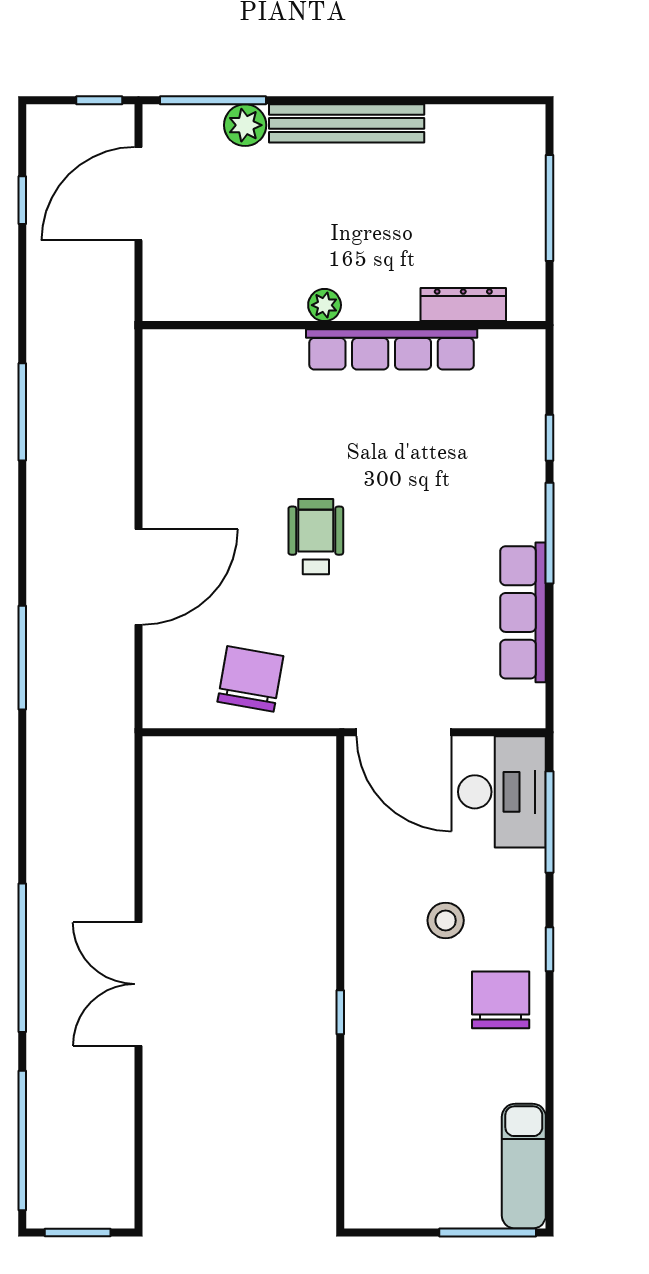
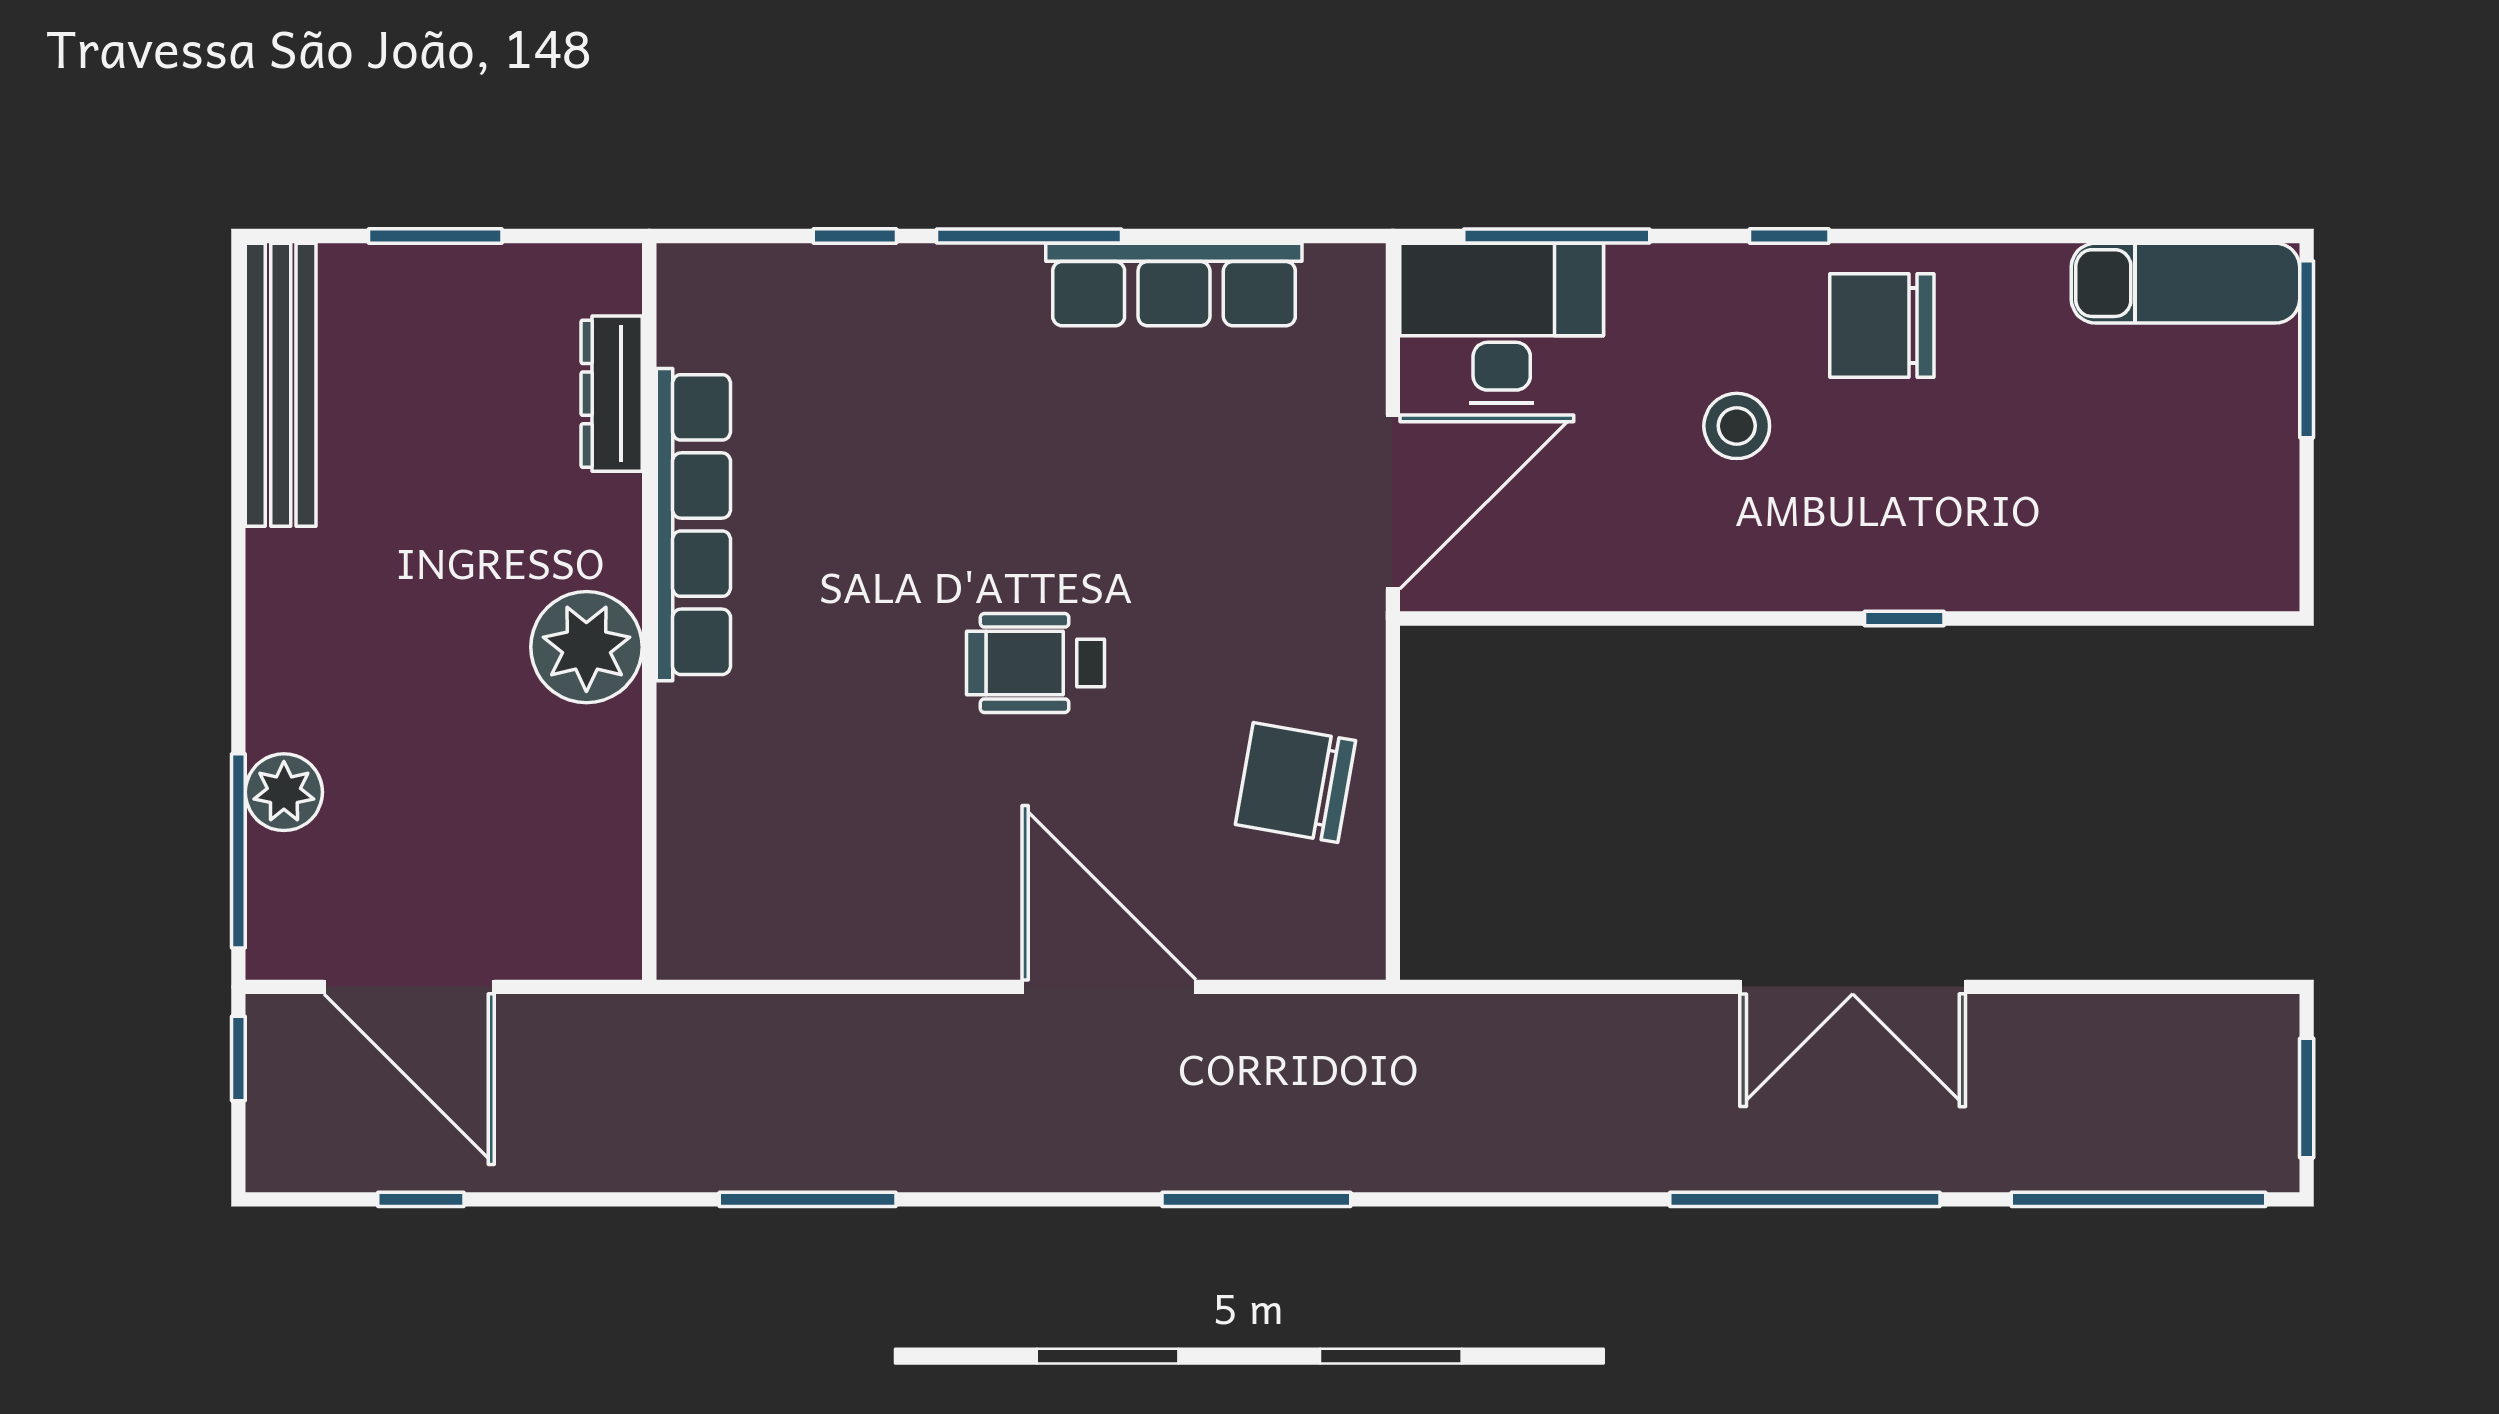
bench: (347, 123) -> (281, 385), moved
window: (550, 208) -> (435, 236), width x0.69
plant: (325, 305) -> (586, 647), width x1.87, depth x1.87

